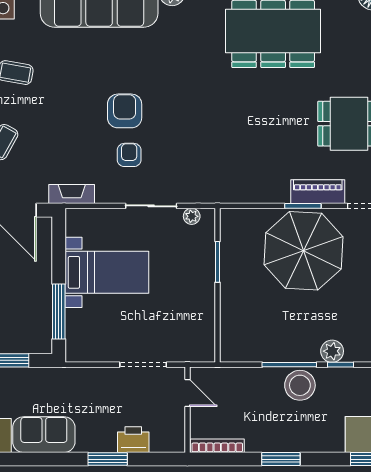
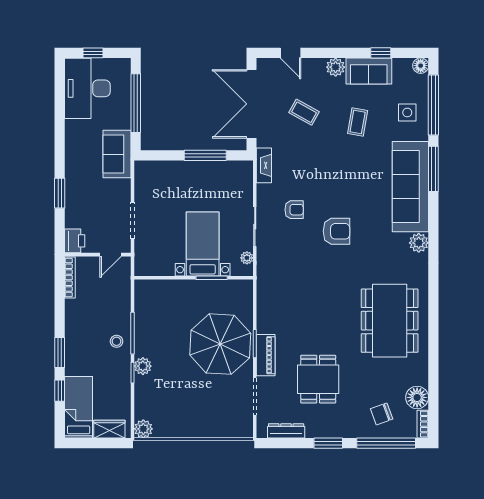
armchair: (125, 111) -> (336, 231), moved
bed with nightstands: (107, 272) -> (203, 244), moved, turned 180
window: (59, 311) -> (205, 155), moved
stool: (300, 385) -> (117, 341), width x0.53, depth x0.53
sofa: (44, 435) -> (117, 154), moved, turned 180
printer: (133, 440) -> (75, 241), moved
window: (281, 459) -> (60, 353), moved

